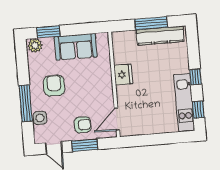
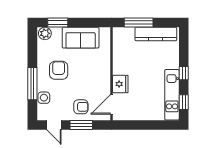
window: (151, 23) -> (139, 22), moved
fridge: (123, 75) -> (120, 84), moved

